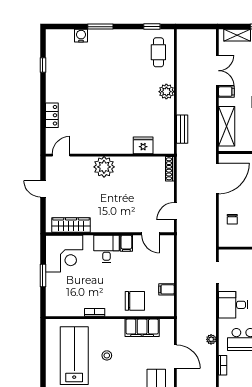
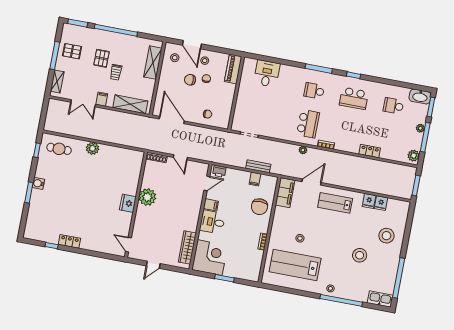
water cooler: (81, 36) -> (38, 183), moved
double door: (217, 71) -> (83, 103), swing flipped
locker: (52, 115) -> (69, 241), moved
bench: (182, 129) -> (258, 166), moved
fridge: (143, 145) -> (128, 203), moved
plant: (104, 167) -> (147, 197), moved
door: (175, 211) -> (180, 157), moved
printer: (168, 246) -> (219, 171), added
chair: (135, 301) -> (259, 207), turned 180
desk: (233, 305) -> (278, 127), removed
filing cabinet: (142, 328) -> (285, 193), moved

